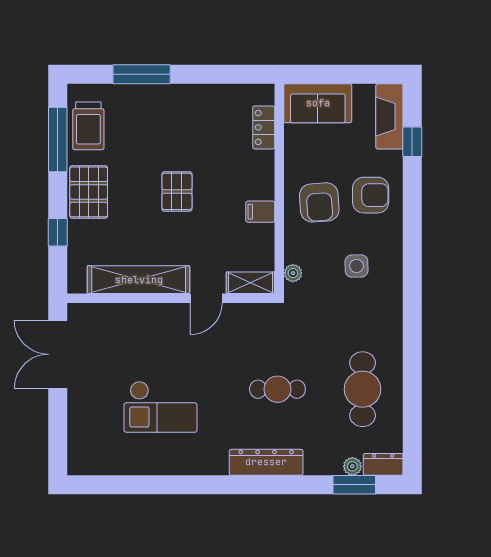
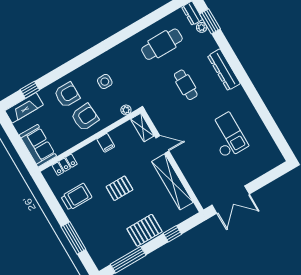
trolley: (88, 126) -> (76, 197), moved
armchair: (371, 195) -> (67, 95), turned 90

